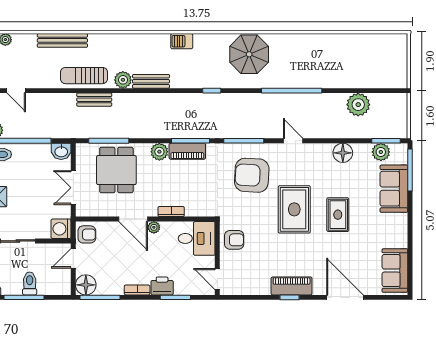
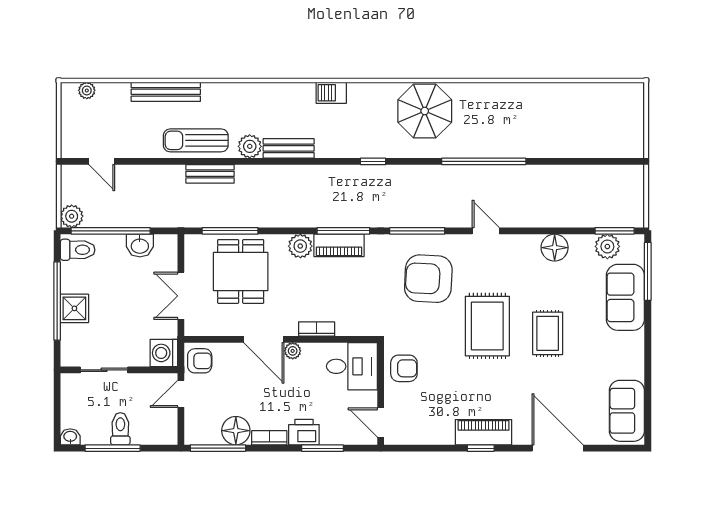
plant: (358, 105) -> (576, 181), removed
washbasin: (61, 151) -> (140, 246), moved
floor lamp: (86, 285) -> (236, 431), moved

